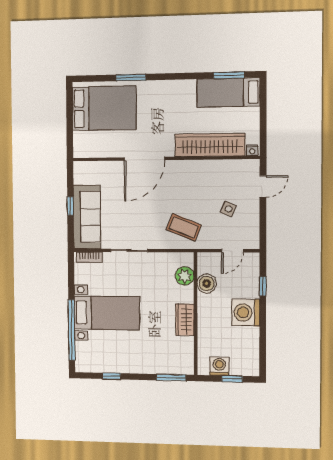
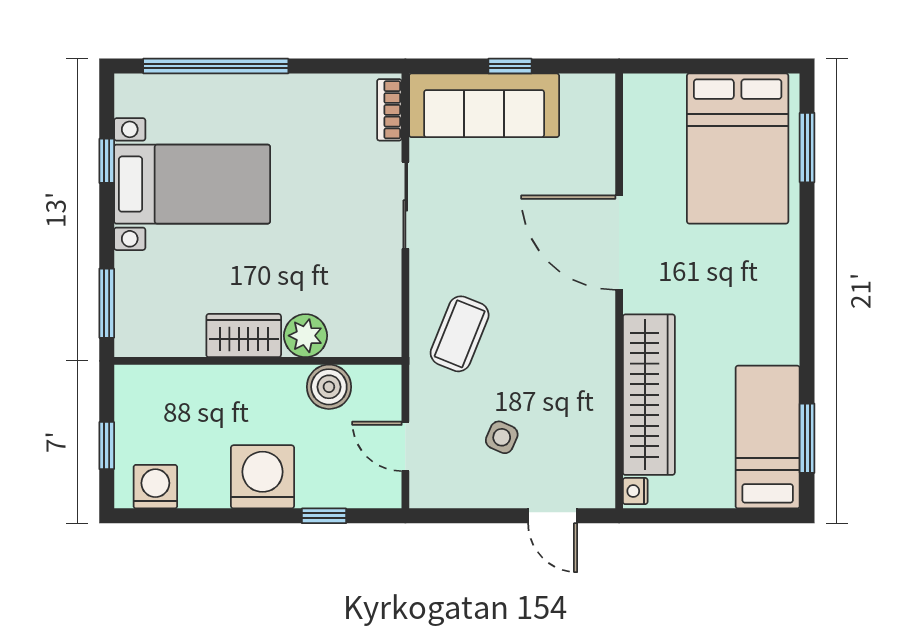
window: (131, 78) -> (807, 148), moved
plant: (185, 276) -> (305, 336), moved
bed with nightstands: (107, 313) -> (192, 184), moved, turned -90
washing machine: (219, 366) -> (155, 487), moved, turned -90

